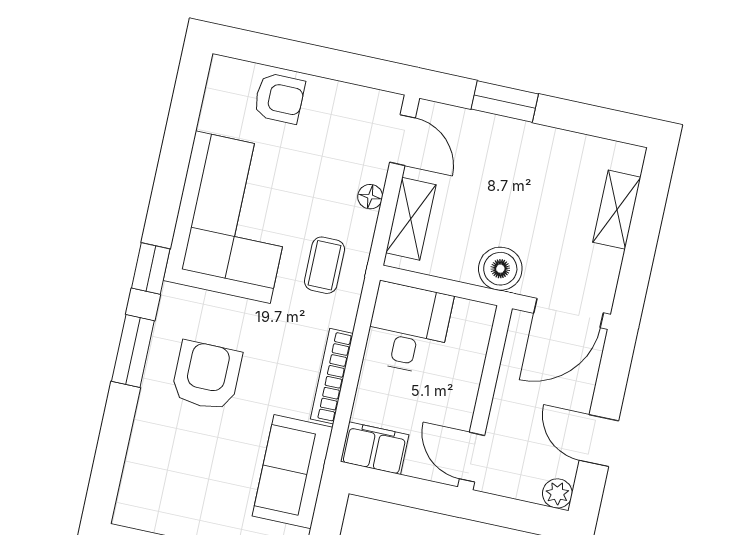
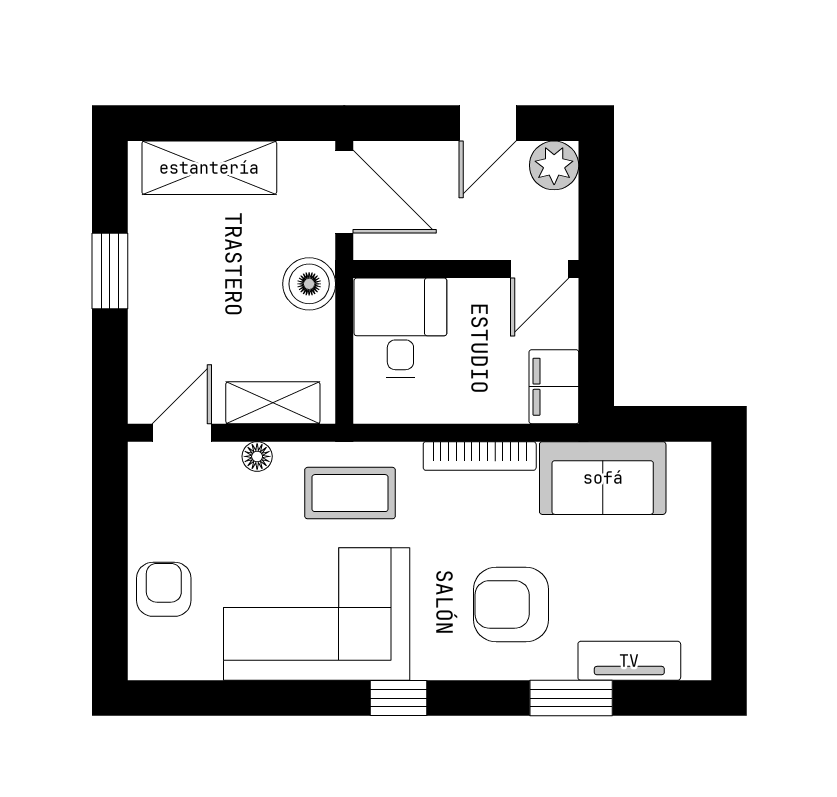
window: (505, 101) -> (110, 271), moved
shelving: (617, 210) -> (209, 168), width x1.50, depth x1.33
coffee table: (324, 265) -> (350, 493), width x1.36, depth x1.30
desk: (408, 328) -> (400, 328), moved, turned 90
window: (133, 351) -> (571, 698), moved
tv unit: (141, 461) -> (629, 661), added
plant: (557, 493) -> (554, 165), width x1.38, depth x1.38

